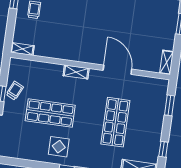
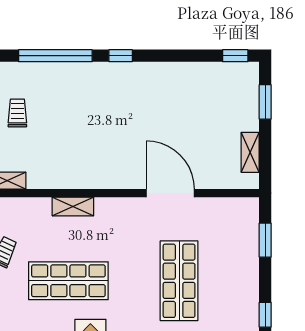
shelving: (167, 62) -> (250, 152), moved
shelving: (76, 72) -> (73, 206), moved

